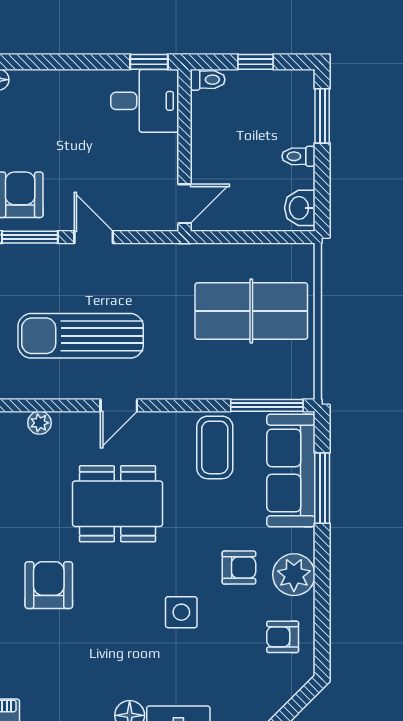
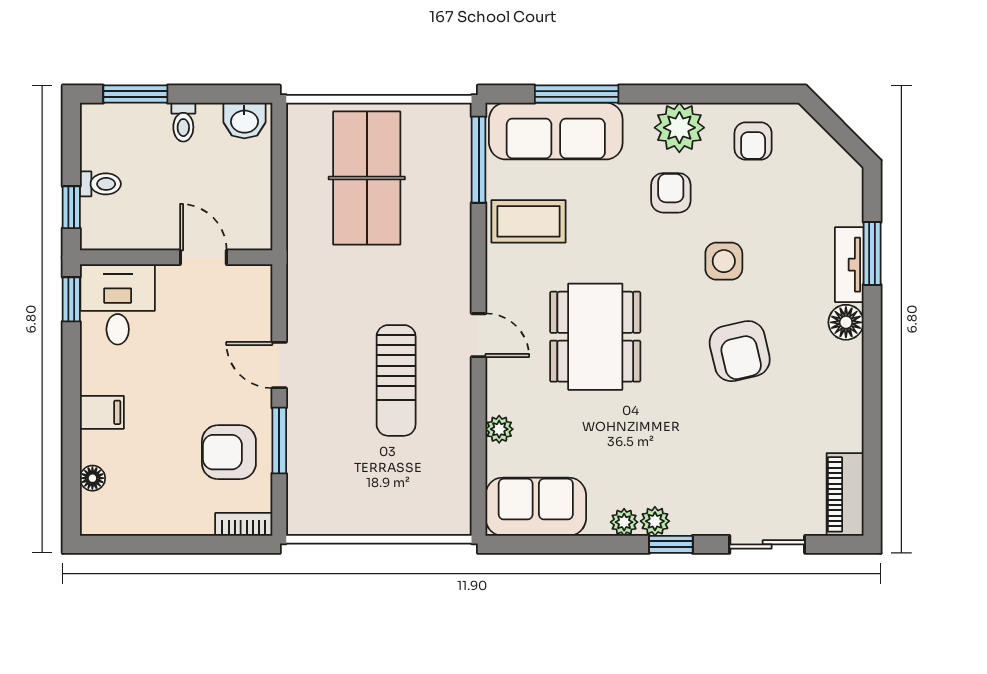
window: (255, 62) -> (71, 207), moved
toilet: (208, 80) -> (100, 184), moved, turned 90
filing cabinet: (54, 88) -> (102, 412), added
door: (184, 204) -> (203, 257), moved
door: (94, 237) -> (279, 365), hinge flipped
sun lounger: (81, 336) -> (396, 380), width x0.73, depth x0.75
armchair: (49, 585) -> (740, 351), moved, turned -103

